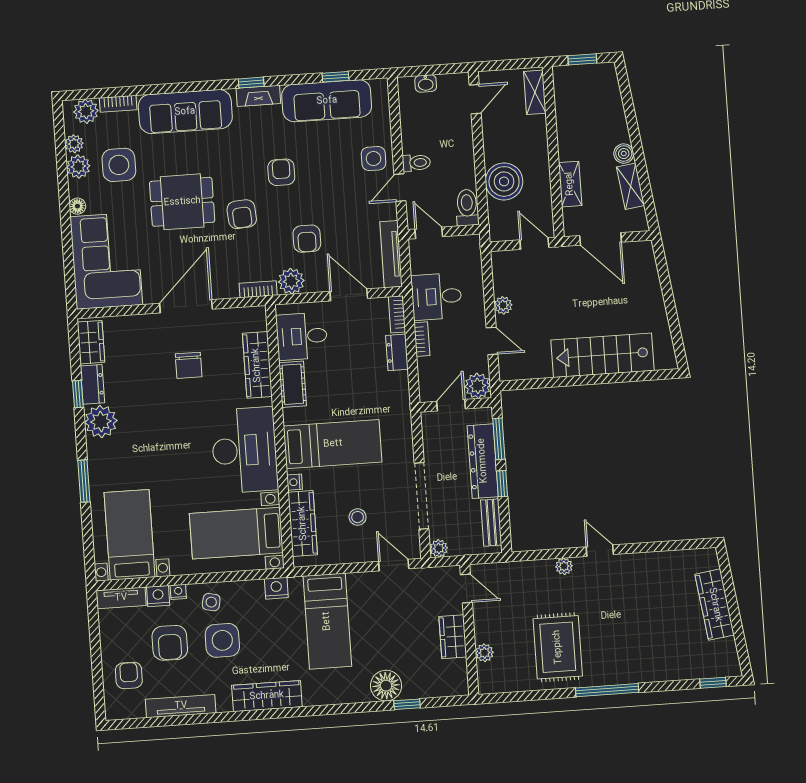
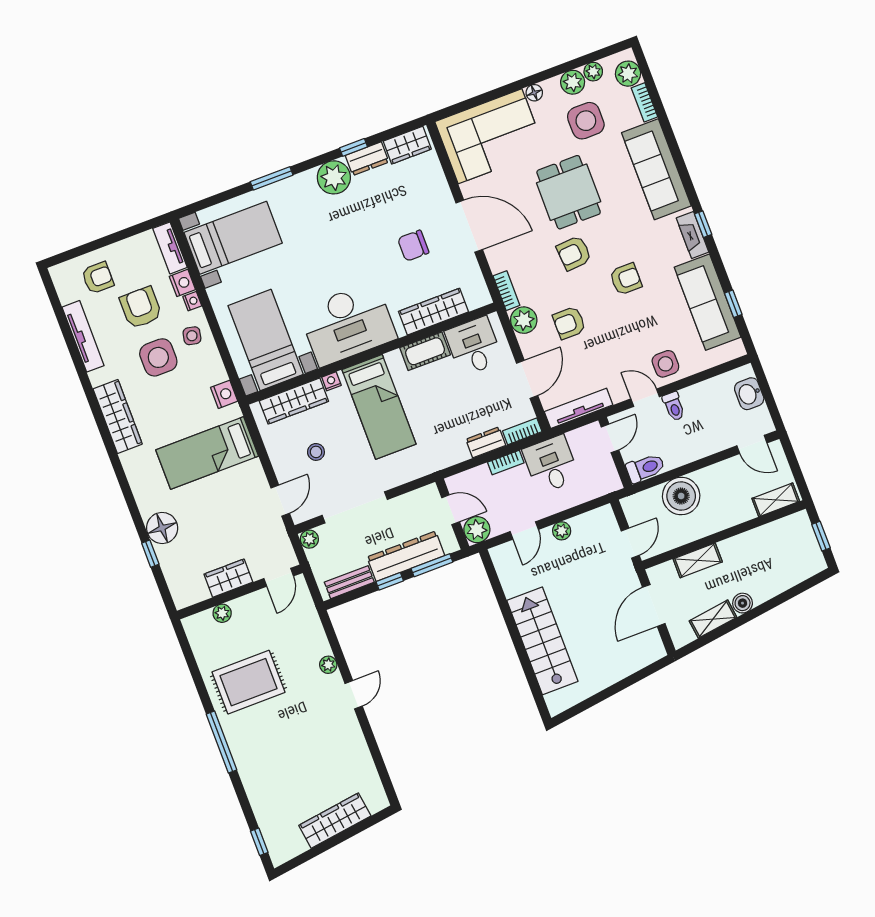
washbasin: (426, 83) -> (749, 394), width x1.38, depth x1.45
armchair: (170, 643) -> (141, 308), turned 90

